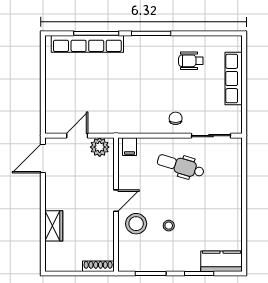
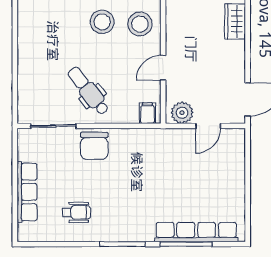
chair: (176, 118) -> (94, 146), width x1.87, depth x1.87
dental chair: (181, 166) -> (88, 91), turned -145
door: (116, 201) -> (163, 68), moved
stool: (169, 226) -> (102, 22), width x1.89, depth x1.89

